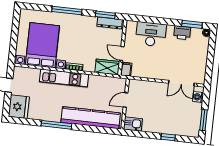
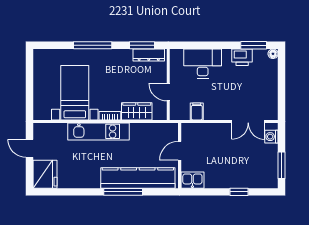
bed with nightstands: (42, 45) -> (75, 93), width x0.73
wardrobe: (107, 67) -> (137, 111), moved
filing cabinet: (126, 69) -> (197, 111), moved
window: (56, 125) -> (123, 192), moved

